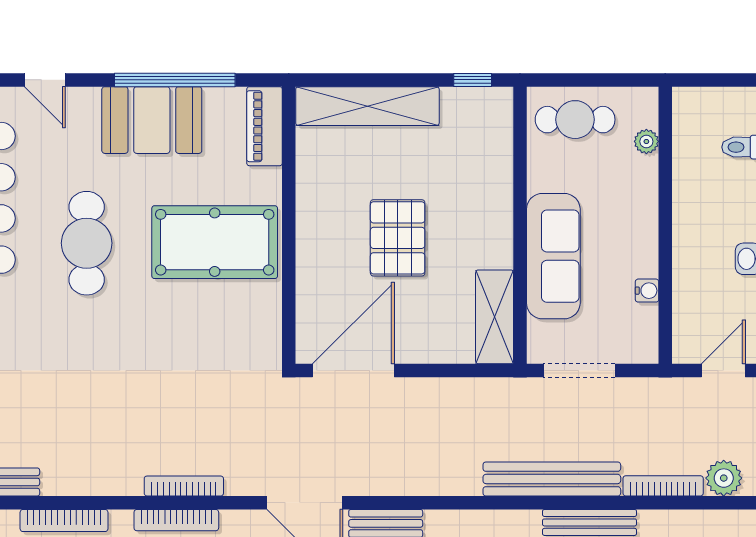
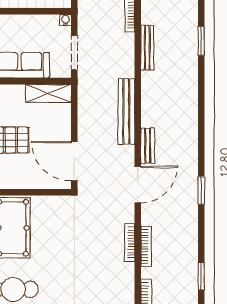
water cooler: (647, 291) -> (66, 20), moved
bench: (552, 479) -> (126, 112), moved

